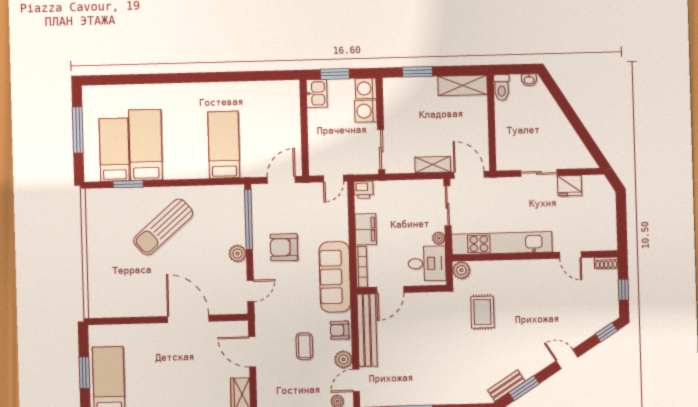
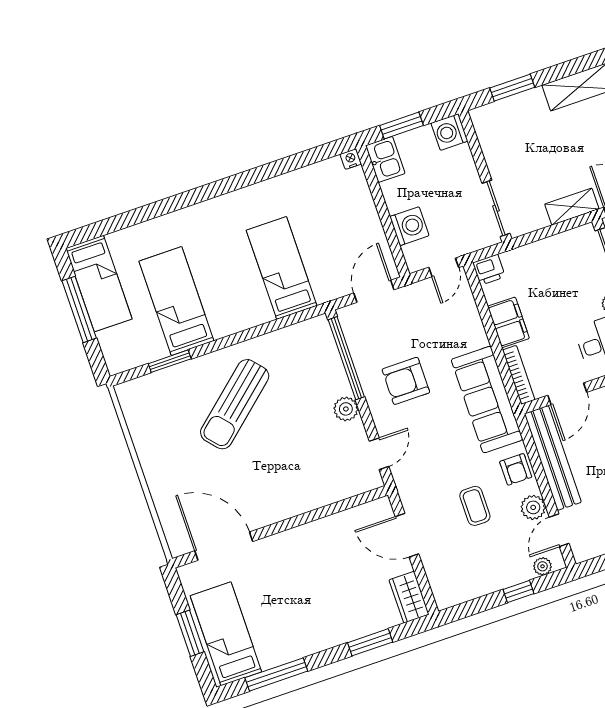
nightstand: (294, 86) -> (351, 159), added
washing machine: (366, 111) -> (409, 226), moved, turned 180
bed: (114, 150) -> (99, 284), moved, turned 180
door: (188, 319) -> (224, 546), moved
armchair: (340, 330) -> (516, 469), turned -90

